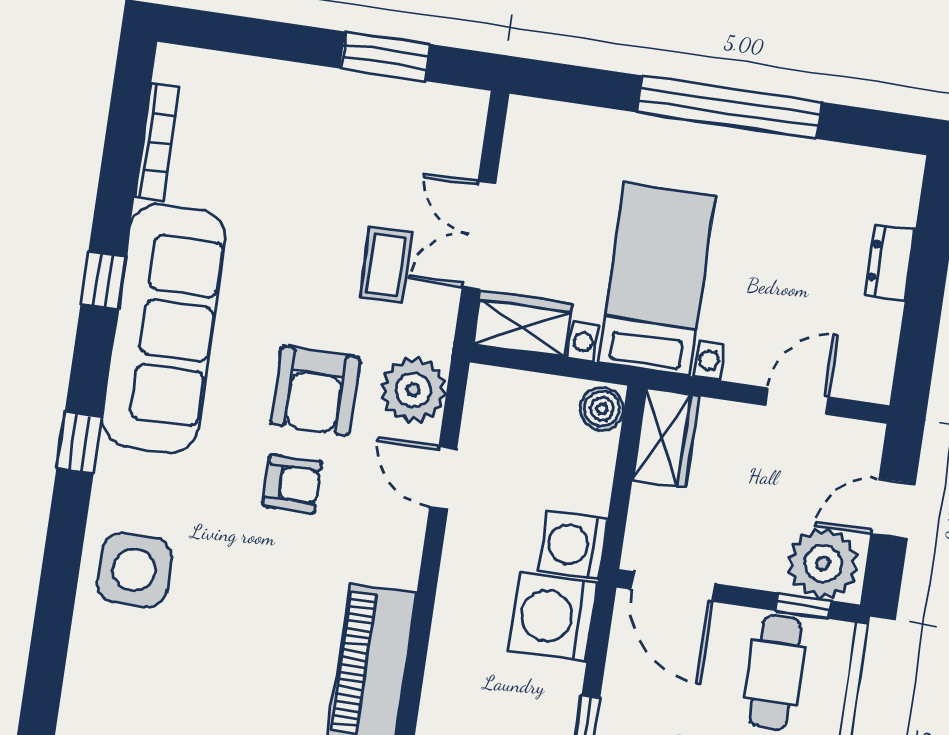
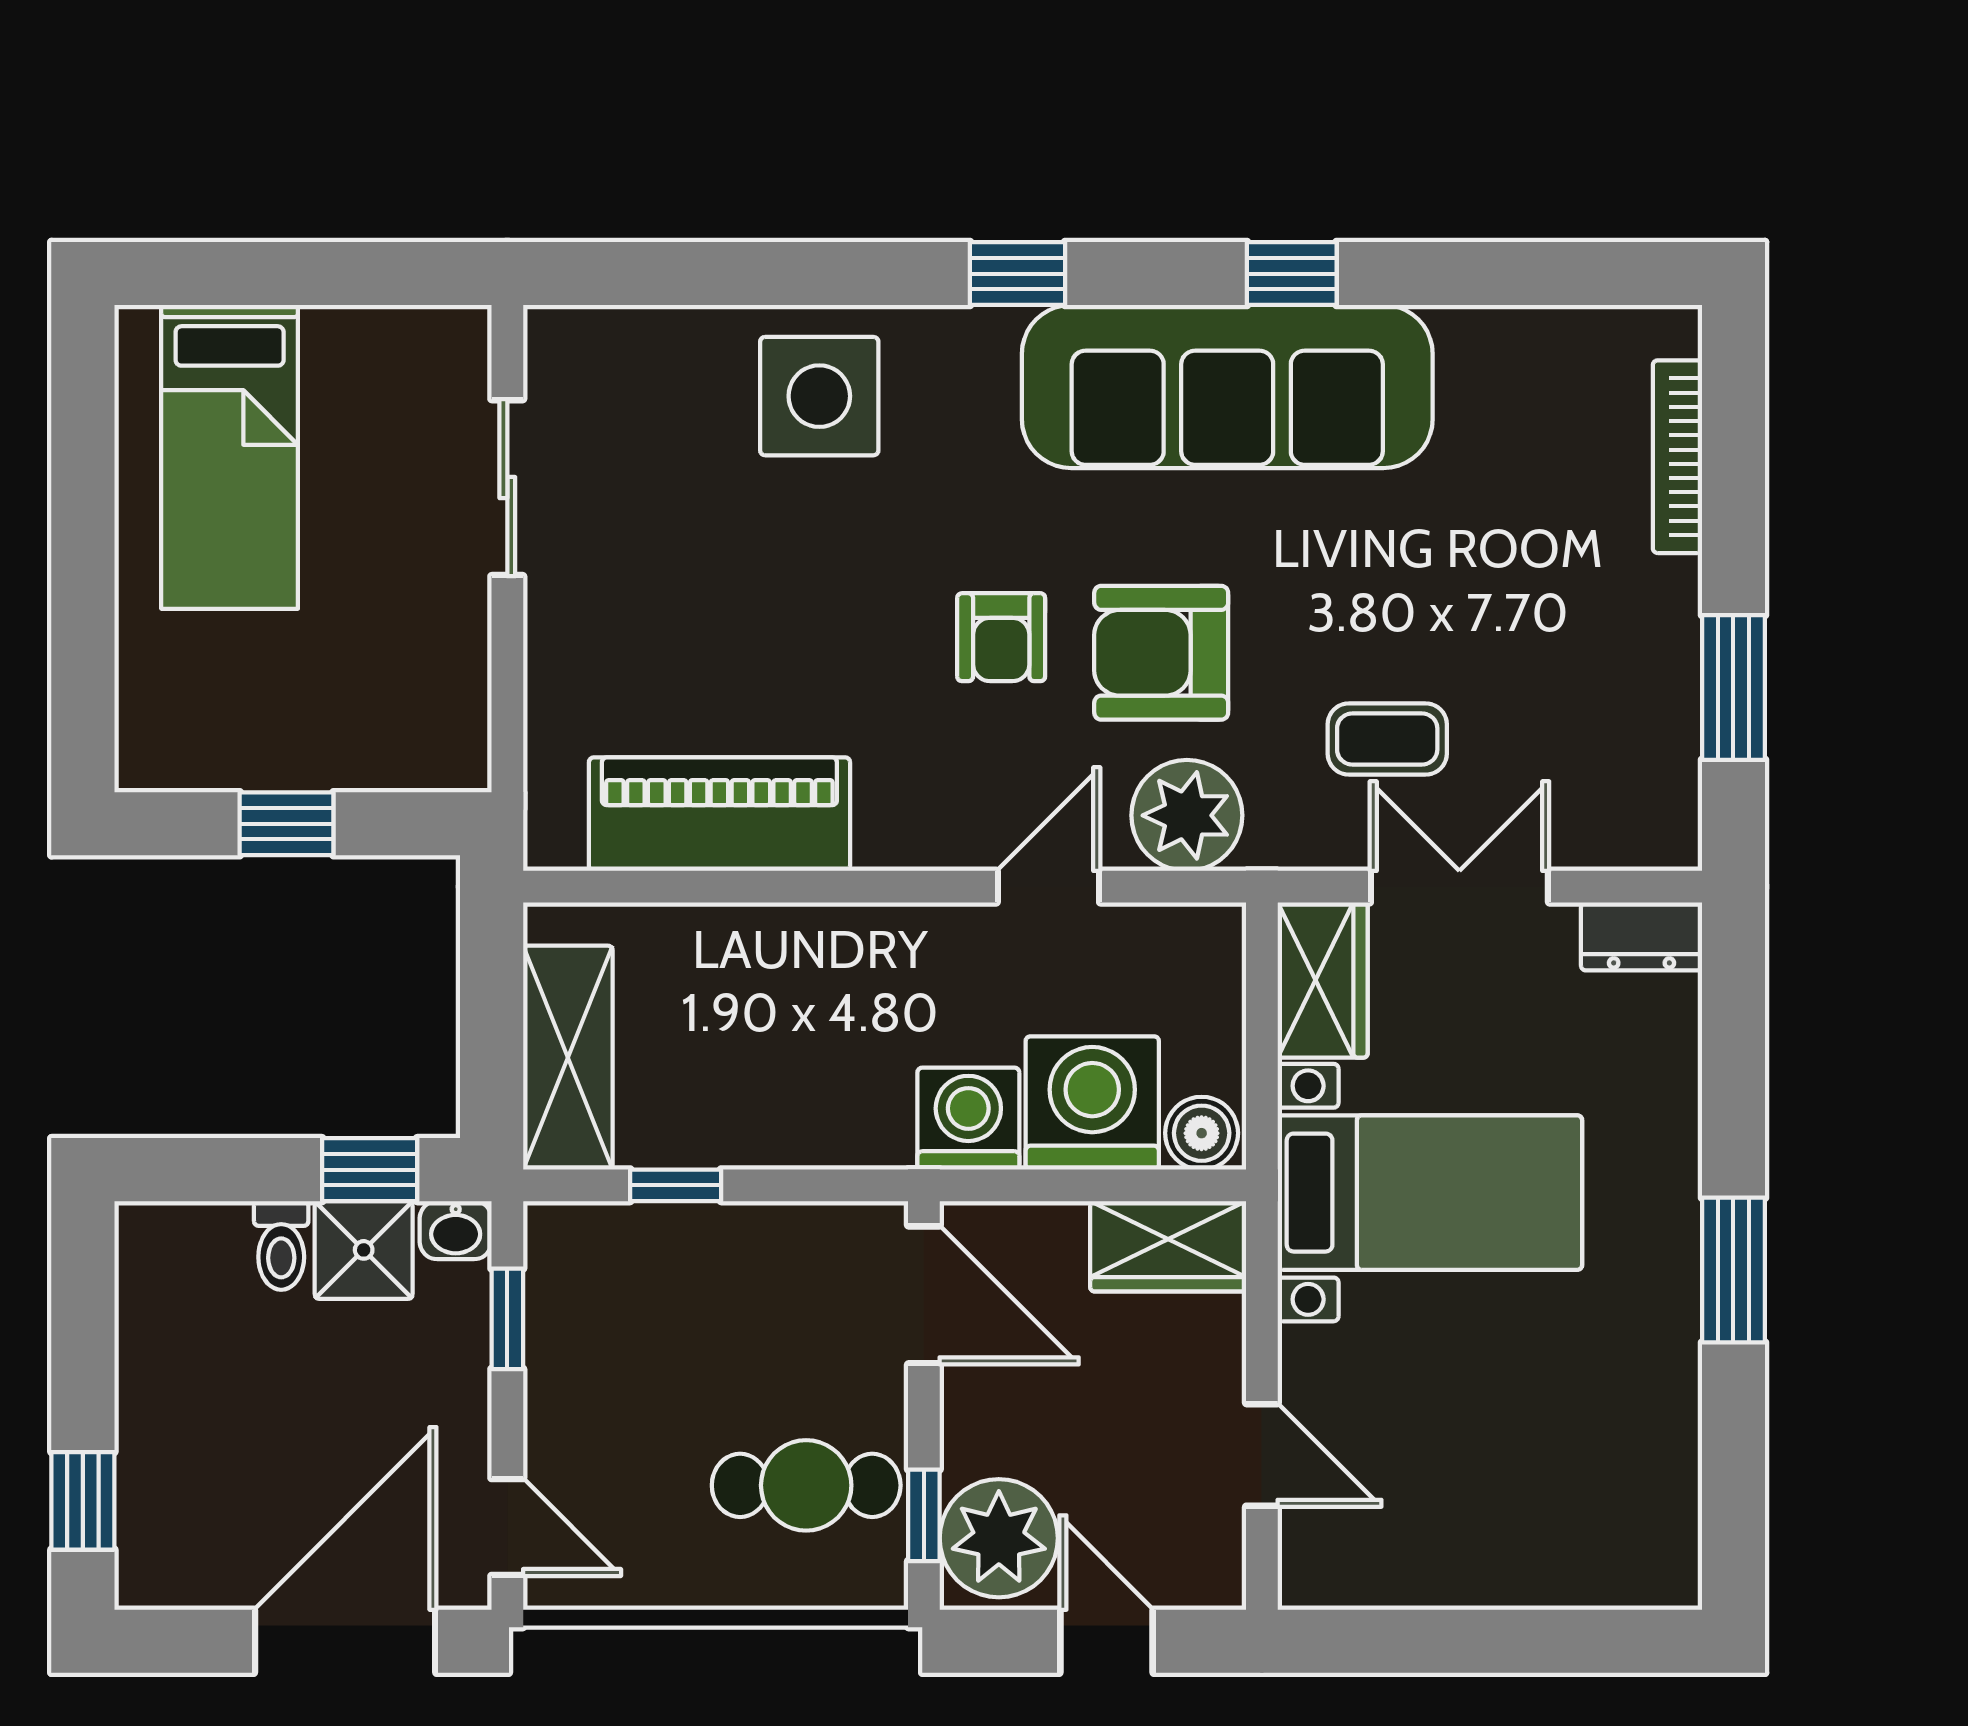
window: (729, 107) -> (1733, 1270), width x0.47
bookcase: (157, 142) -> (1677, 457), moved, turned 90
dresser: (890, 262) -> (1642, 936), moved, turned 180
door: (673, 586) -> (924, 1295), swing flipped
washing machine: (553, 617) -> (1092, 1103), moved

